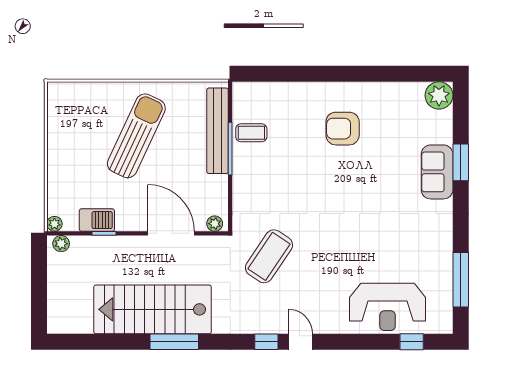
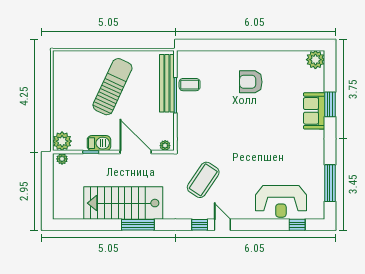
barbecue: (97, 220) -> (99, 143), moved
plant: (54, 224) -> (62, 141), width x1.88, depth x1.88
coffee table: (269, 256) -> (203, 180), moved

